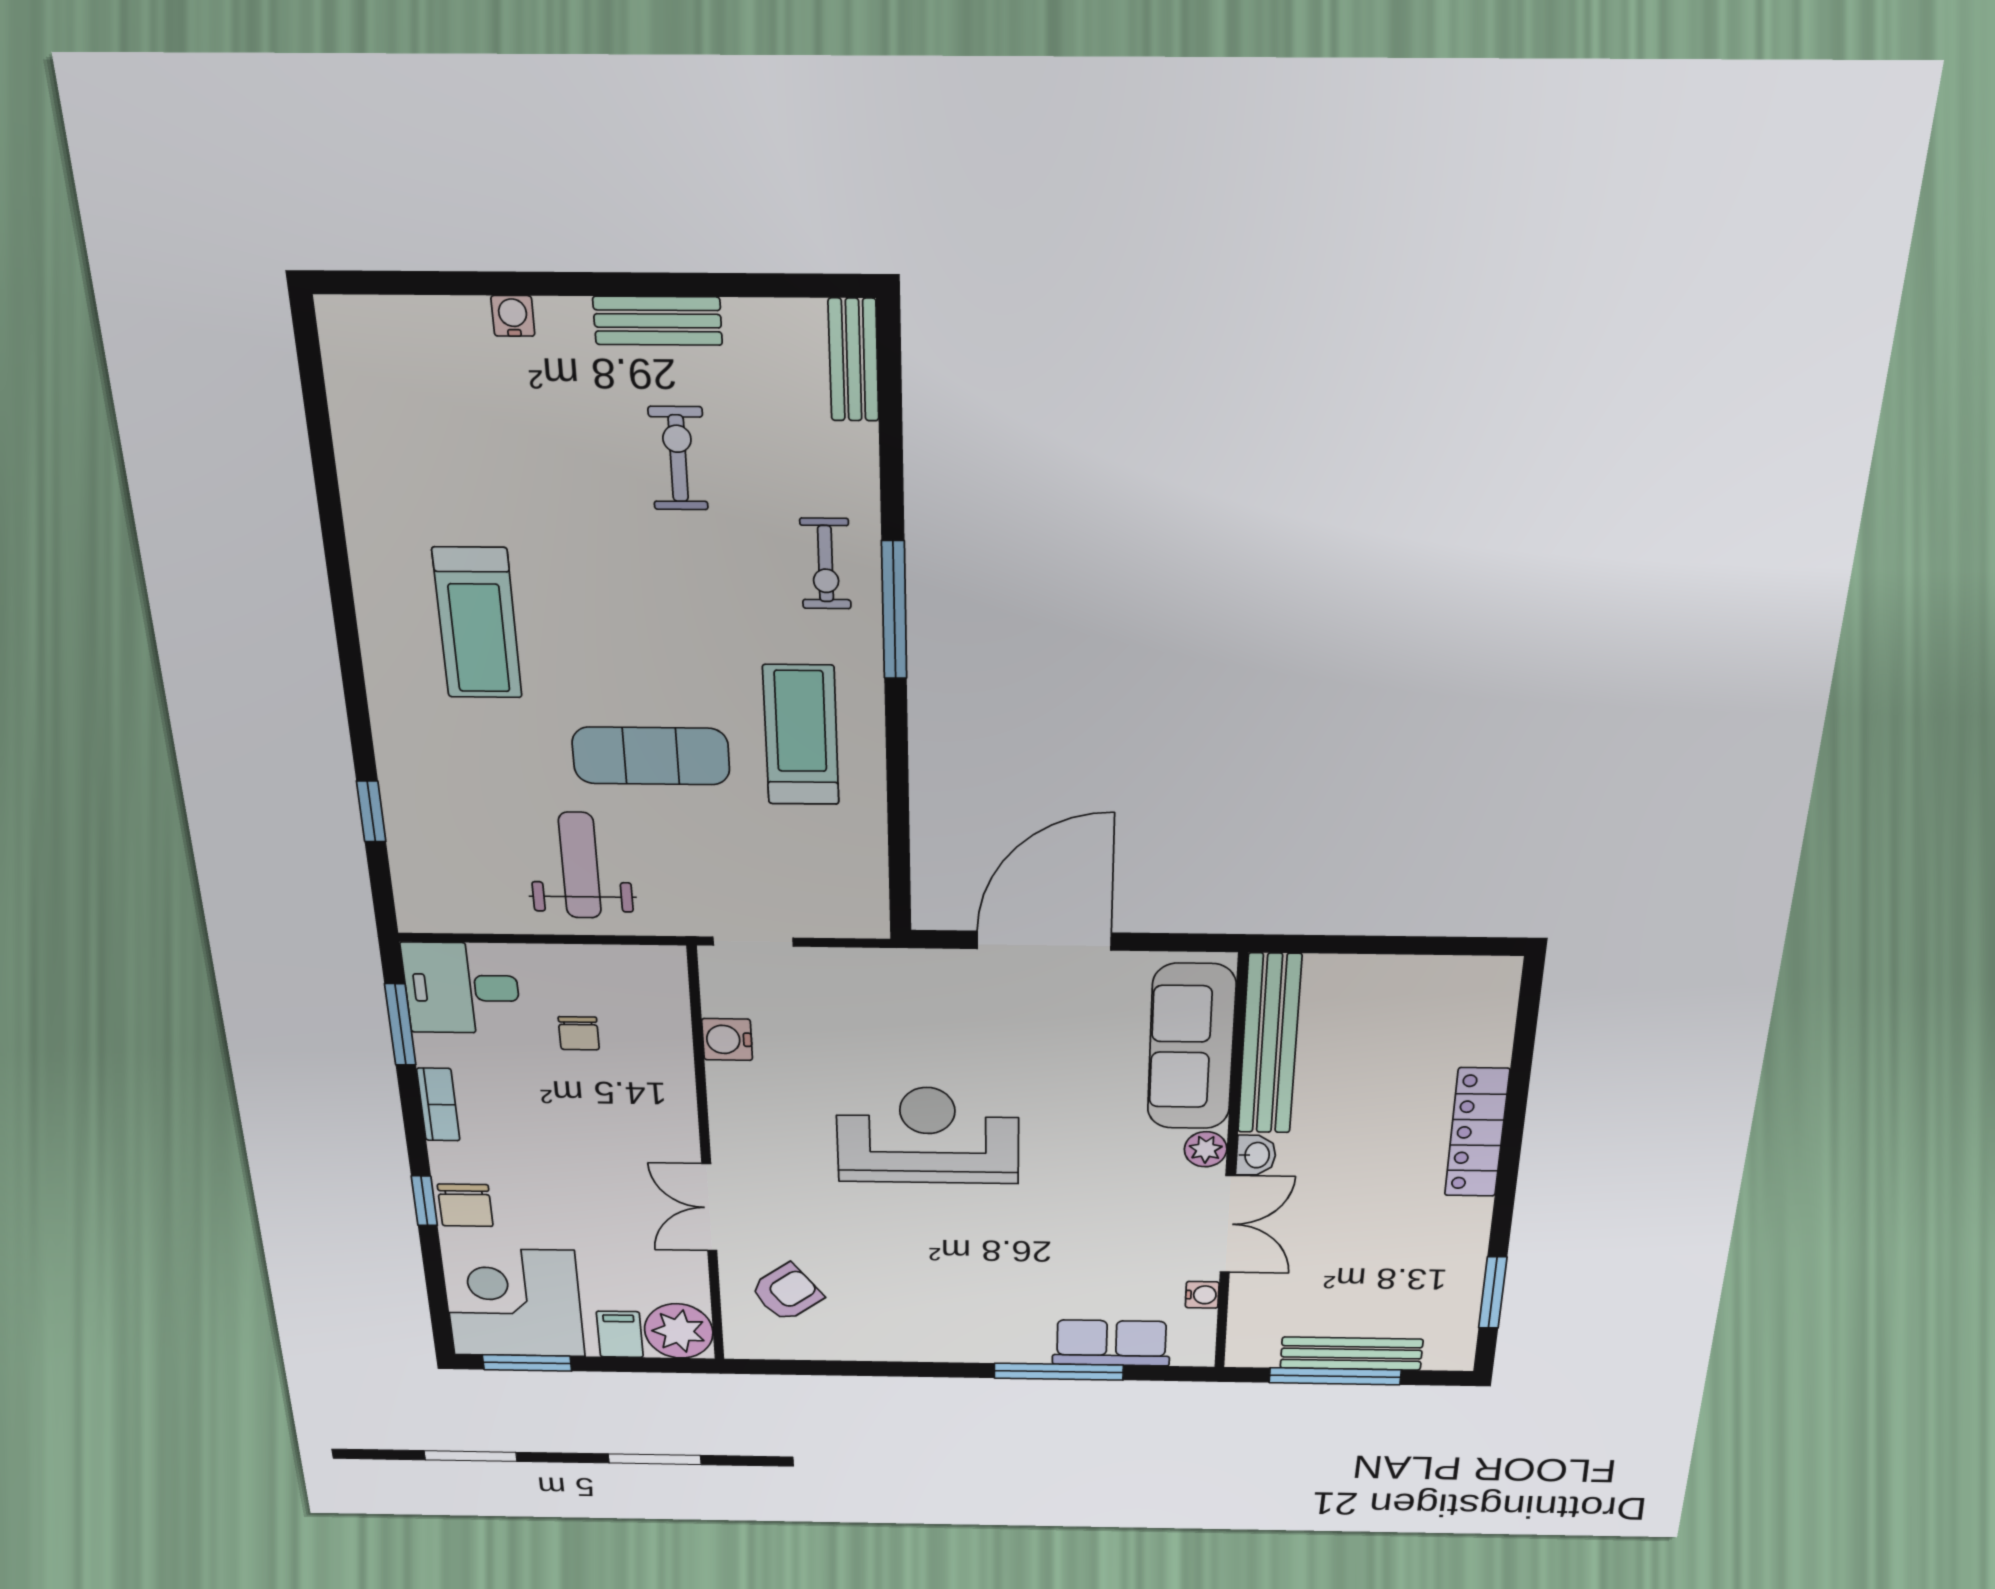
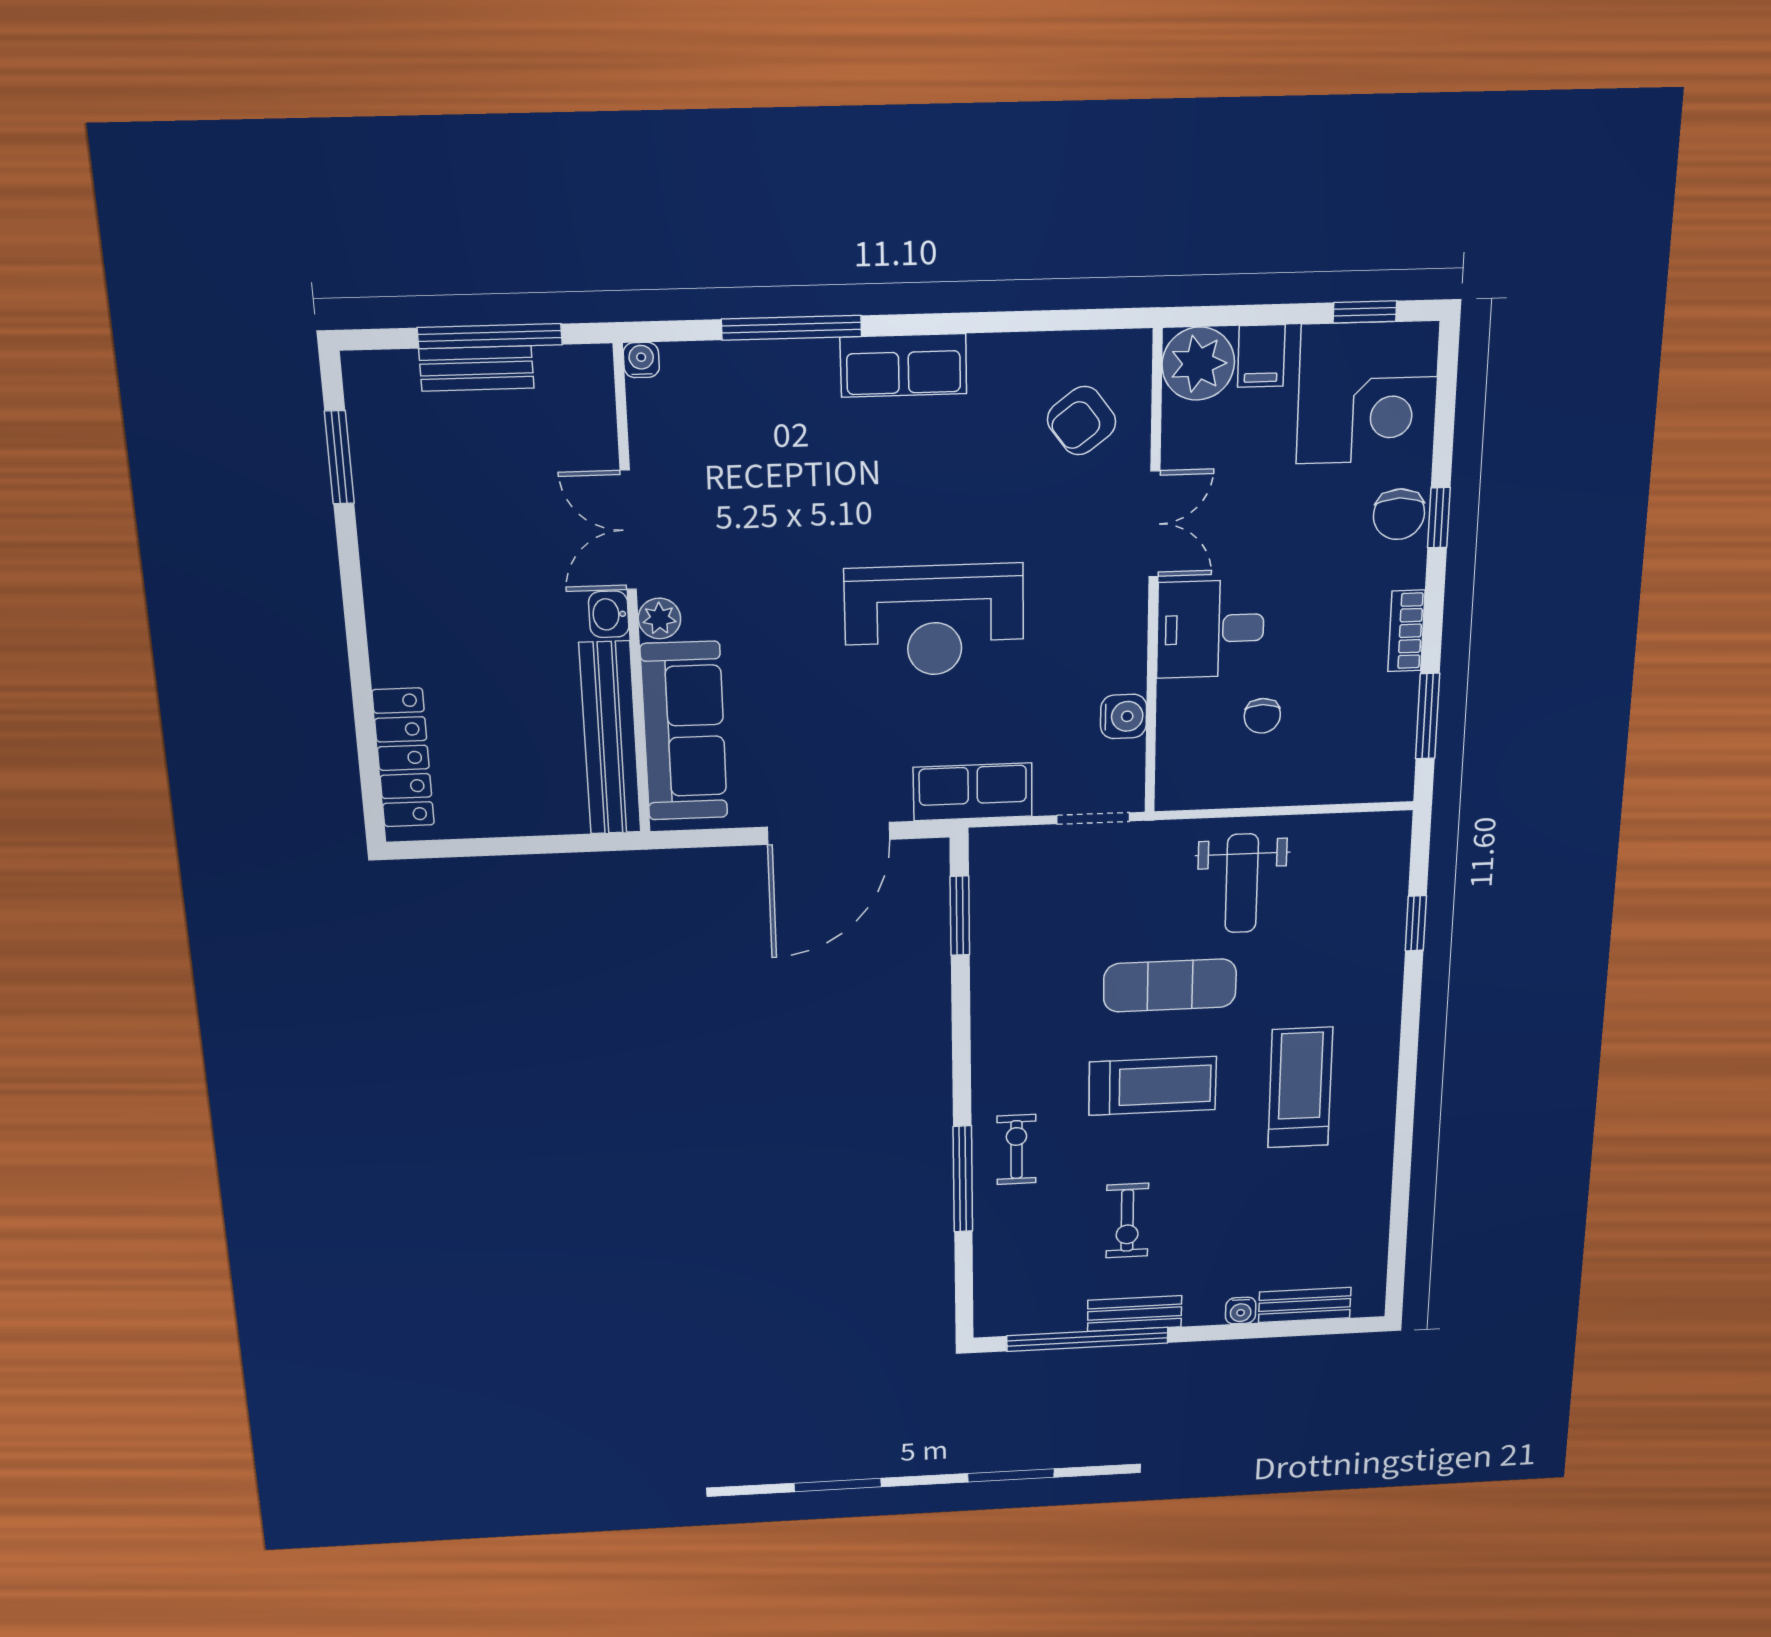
window: (719, 285) -> (1087, 1339), added
bench: (854, 360) -> (1305, 1305), moved, turned 90
window: (894, 610) -> (963, 1179), moved
treadmill: (801, 735) -> (1153, 1086), moved, turned -90
window: (899, 847) -> (960, 916), added
row of seats: (886, 975) -> (973, 792), added
desk: (462, 988) -> (1210, 629), moved, turned 180
chair: (579, 1033) -> (1262, 716), turned 180
locker: (1477, 1133) -> (403, 758), moved
chair: (465, 1205) -> (1399, 514), turned 180
water cooler: (1202, 1295) -> (641, 360), moved, turned 90
row of seats: (1111, 1343) -> (903, 365), moved
bench: (1351, 1354) -> (476, 368), width x0.73
window: (527, 1363) -> (1365, 312), width x0.67

